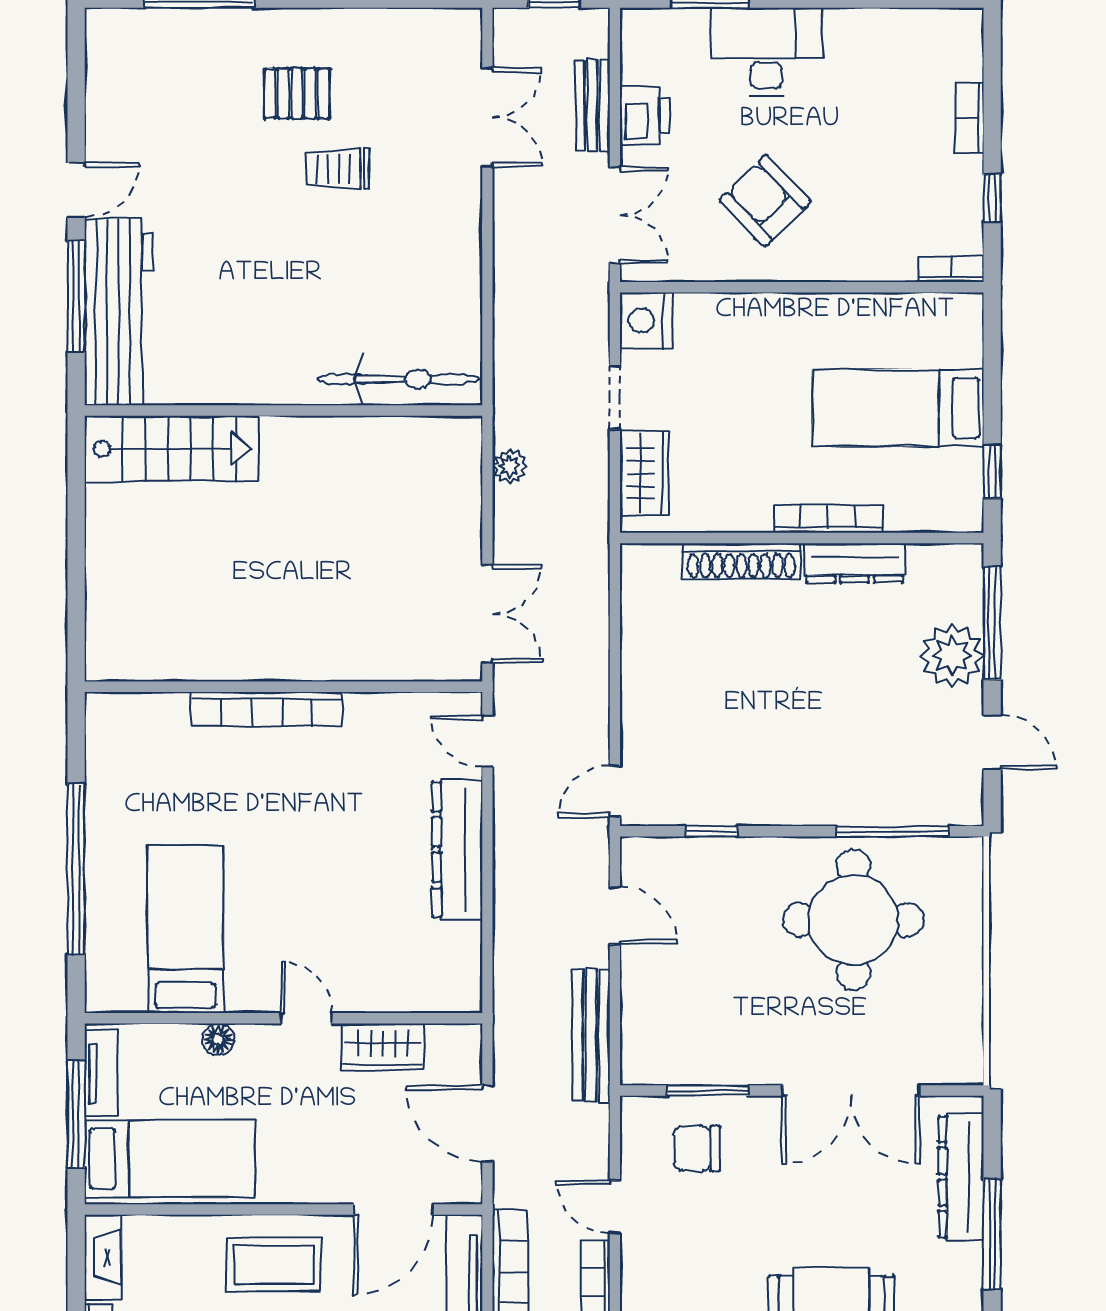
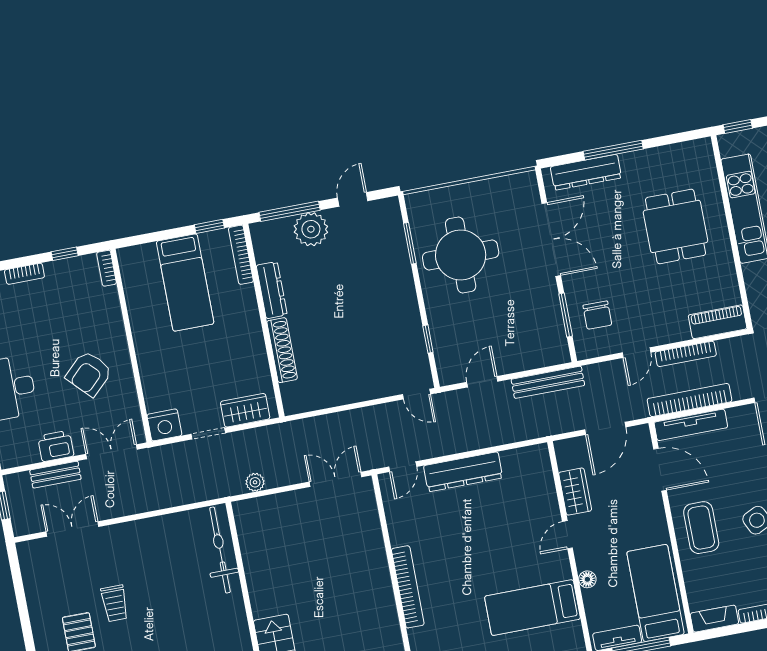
bookcase: (828, 519) -> (241, 255), moved
window: (892, 831) -> (410, 243), width x0.69

